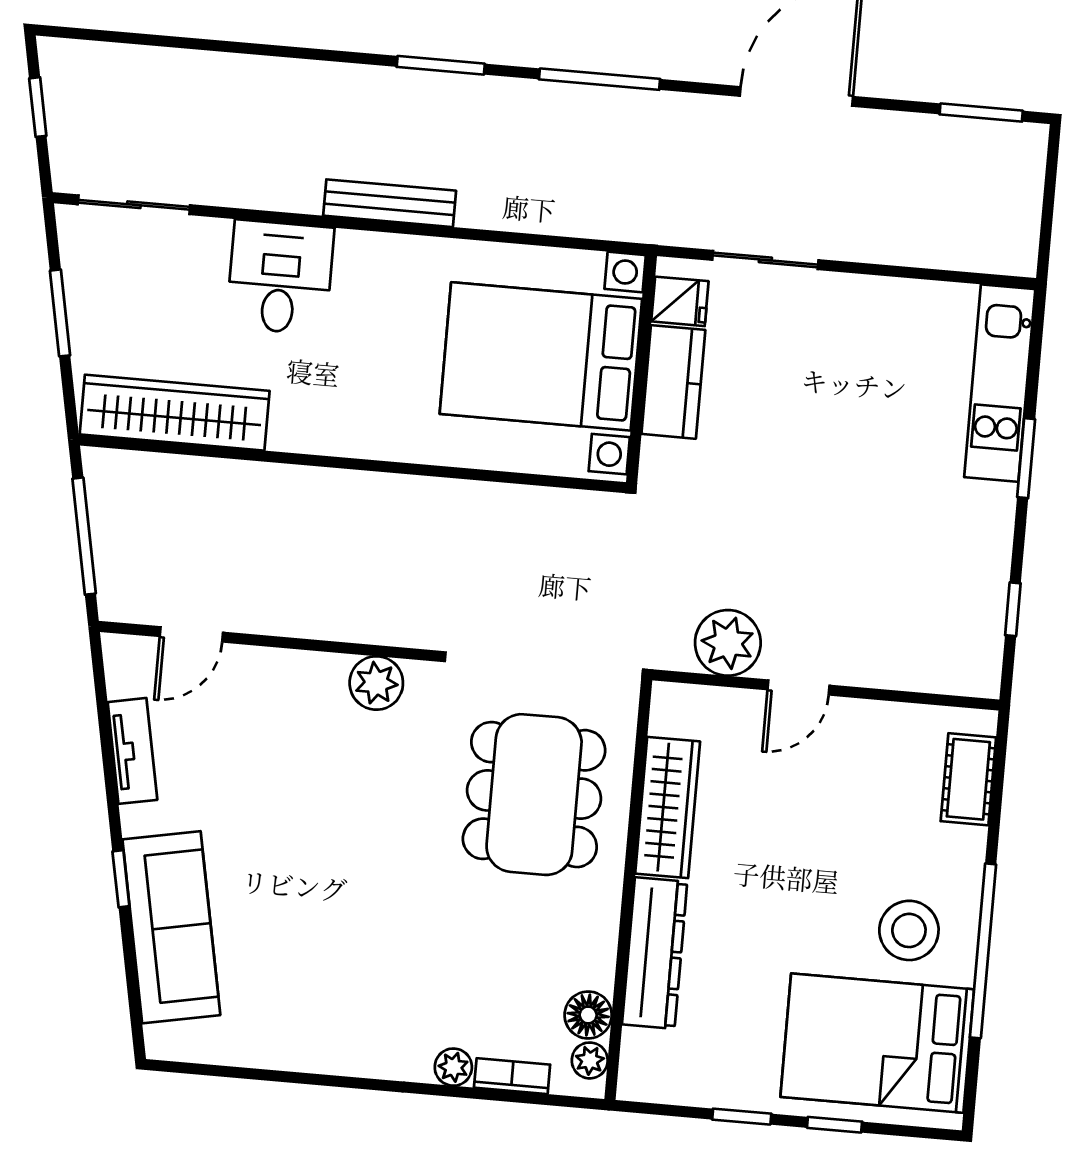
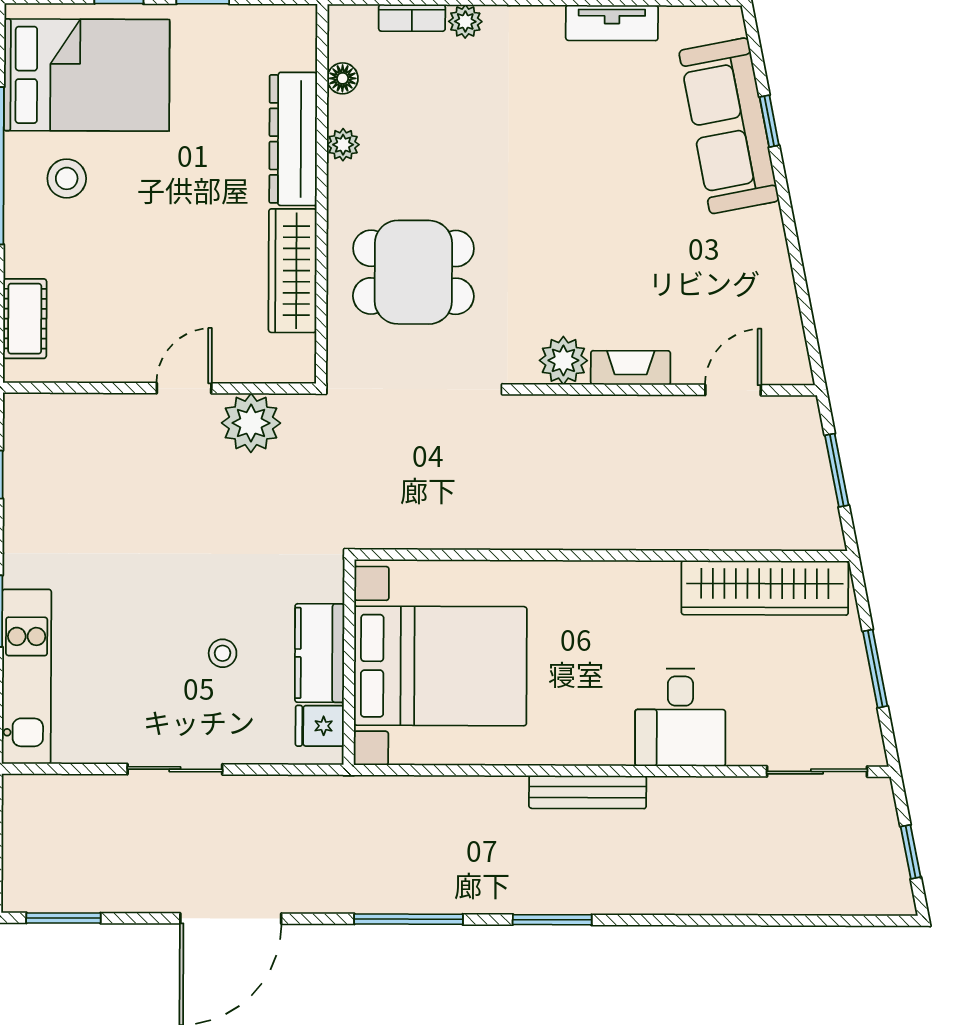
sliding door: (765, 260) -> (175, 769), moved
stool: (781, 391) -> (223, 653), added
window: (84, 536) -> (837, 470), width x0.69
fireplace: (303, 669) -> (631, 368), added
tv unit: (132, 751) -> (612, 23), moved, turned -79
dining table: (534, 795) -> (413, 272), width x0.73
window: (121, 879) -> (769, 121), moved
stool: (909, 930) -> (67, 178), width x0.73, depth x0.73
floor lamp: (588, 1015) -> (343, 78), width x0.73, depth x0.73
plant: (590, 1060) -> (343, 145), moved

